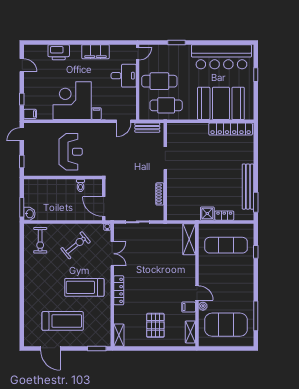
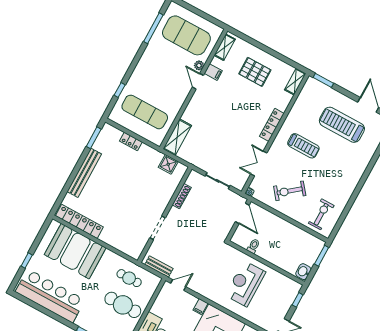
cafe table: (166, 105) -> (129, 278), width x0.73, depth x0.74
bench: (248, 187) -> (84, 173), moved
washbasin: (29, 214) -> (303, 272), moved
shower: (207, 214) -> (168, 164), moved
treadmill: (84, 287) -> (303, 146), width x0.73, depth x0.73
pallet: (155, 325) -> (255, 72), turned 90

